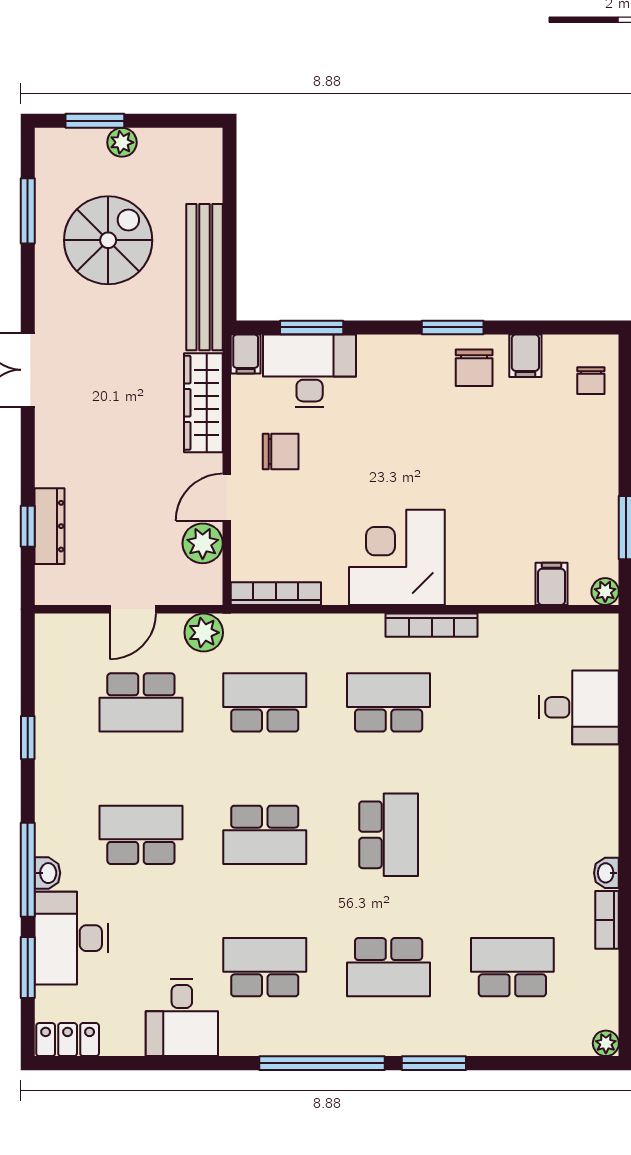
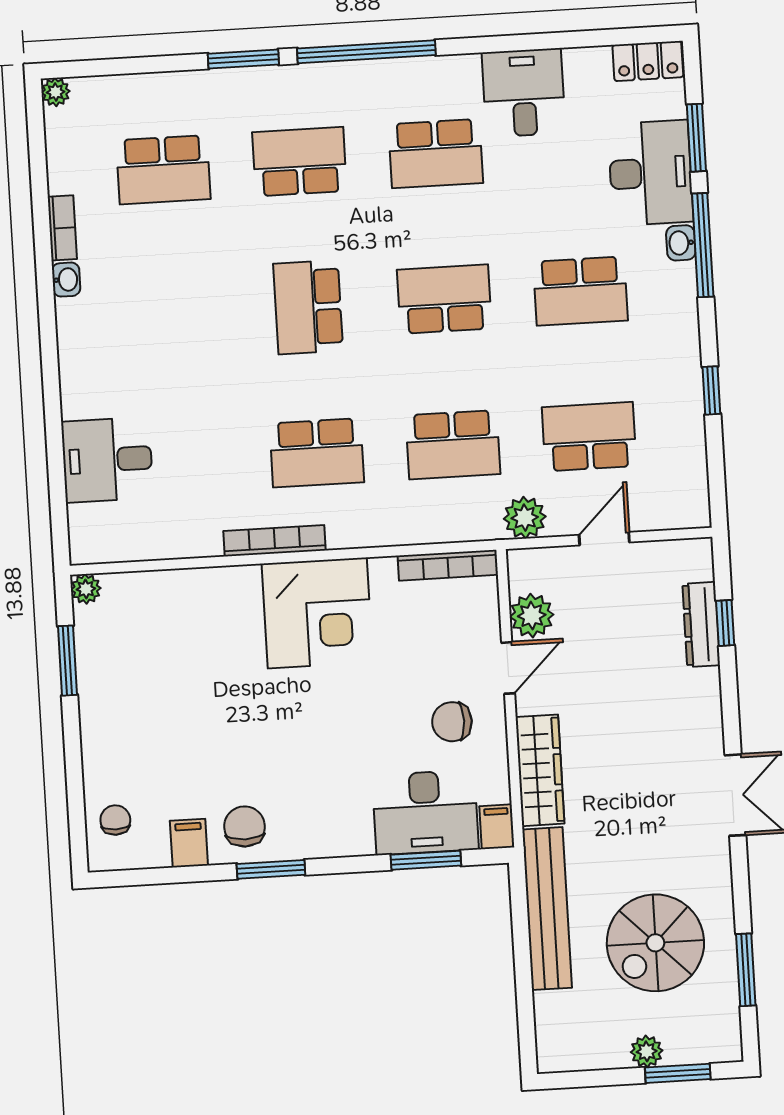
filing cabinet: (552, 584) -> (145, 594), removed

